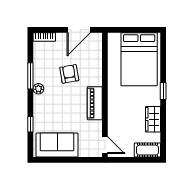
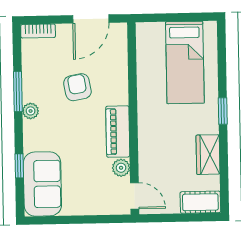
bed: (139, 59) -> (185, 62), width x0.67
plant: (96, 127) -> (121, 168), added
sofa: (57, 145) -> (42, 184), moved, turned 90

